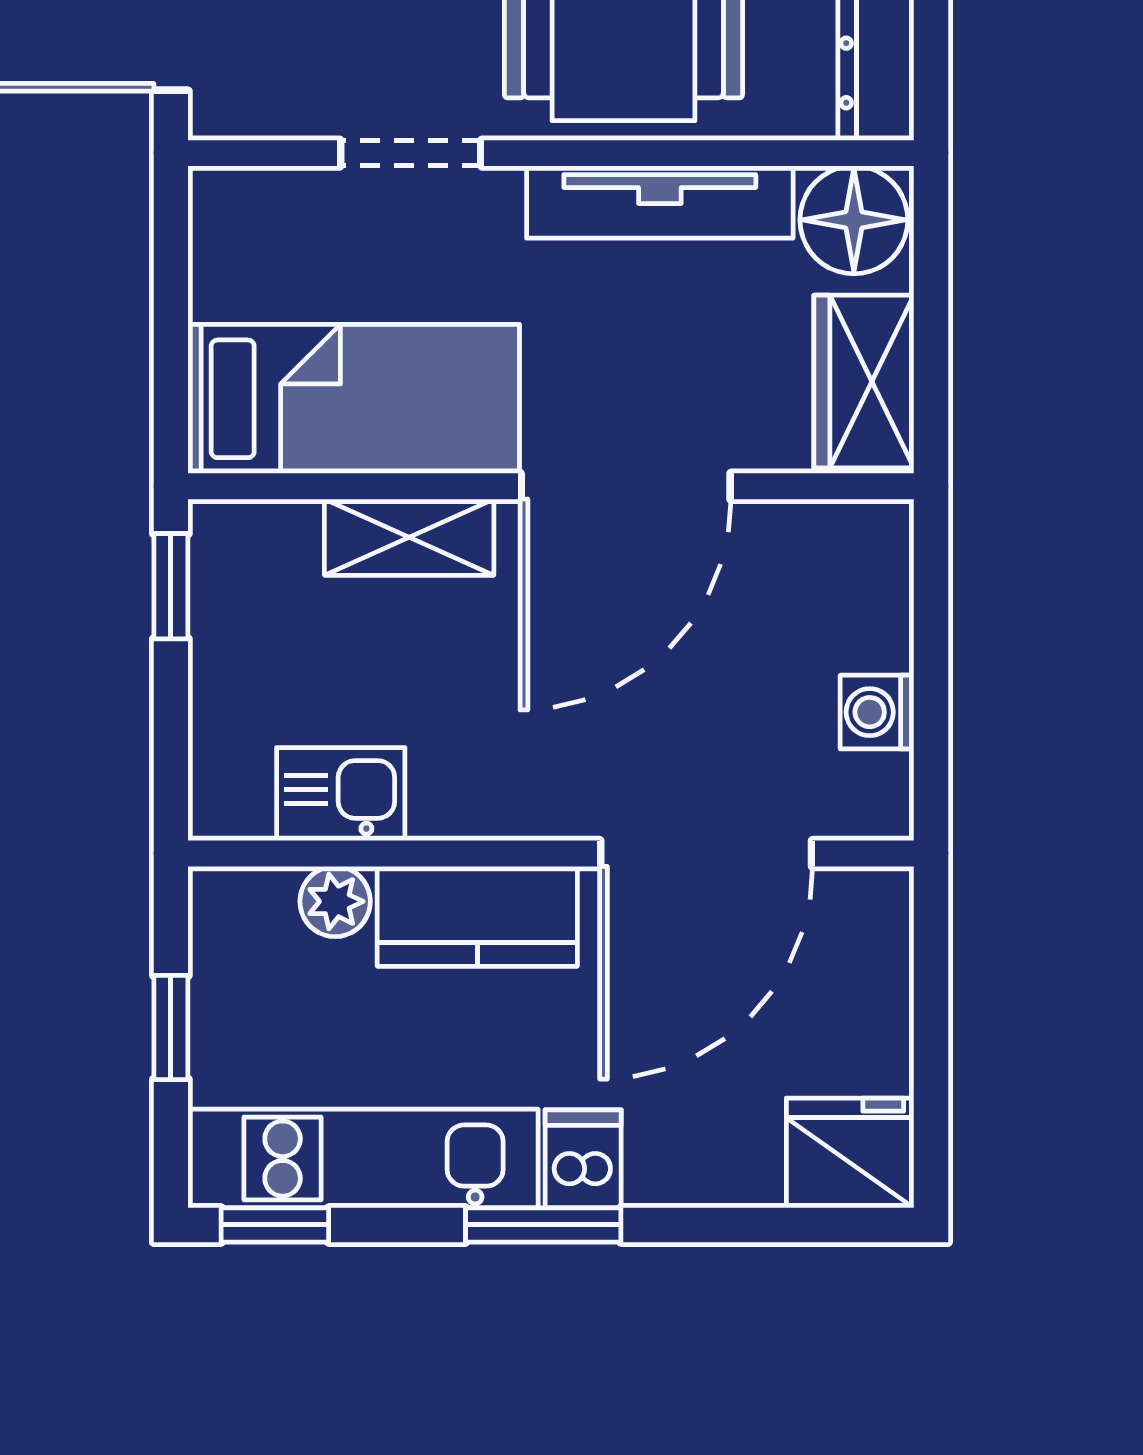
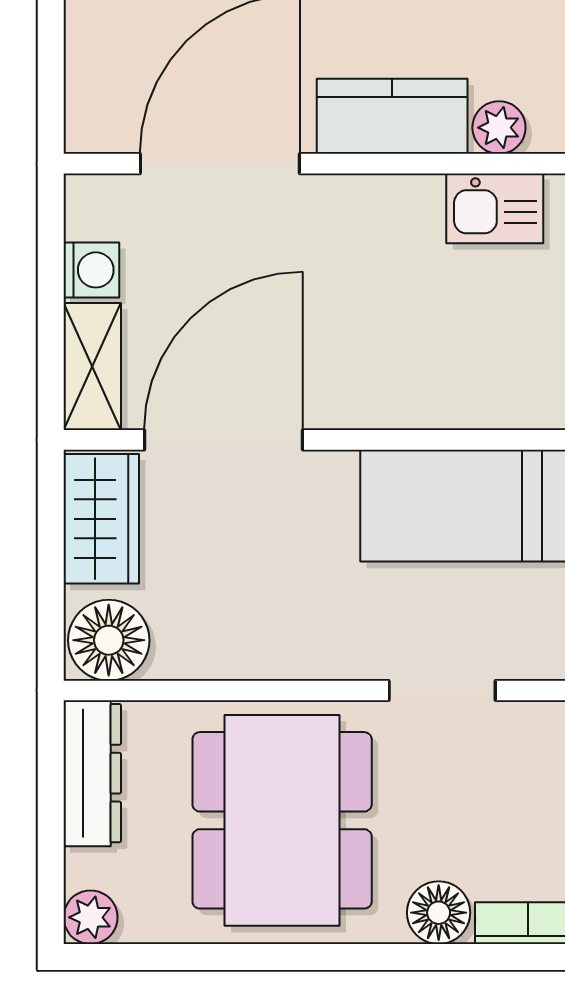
tv unit: (660, 202) -> (255, 654), removed
door: (626, 486) -> (223, 440), moved
shelving: (409, 537) -> (92, 367), moved, turned 90

